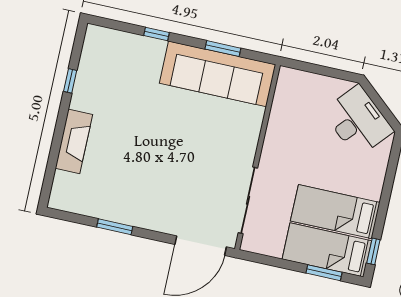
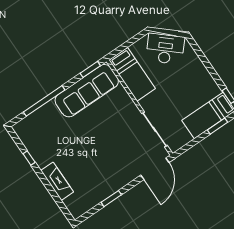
window: (156, 34) -> (44, 101), width x3.17
window: (223, 49) -> (90, 69), moved
bed: (335, 212) -> (132, 74), moved, turned -90

